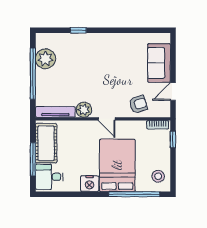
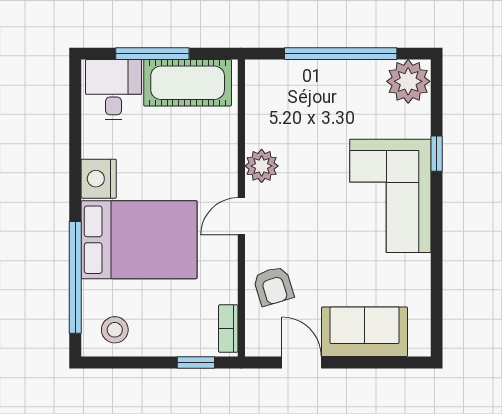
corner sofa: (97, 51) -> (390, 196), added
plant: (45, 59) -> (408, 81), moved
tv unit: (55, 112) -> (257, 103), removed

